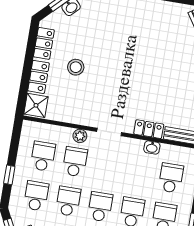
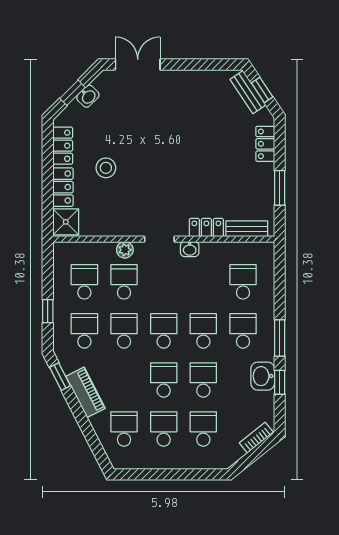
washbasin: (152, 147) -> (190, 249), moved

